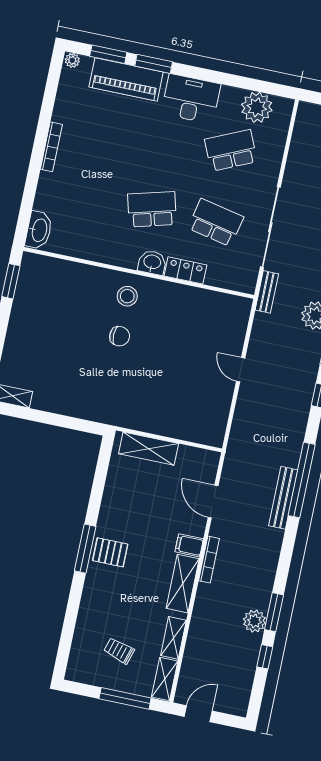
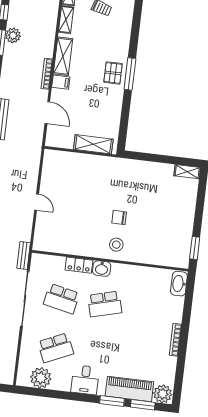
plant: (72, 60) -> (163, 394), width x1.87, depth x1.87
desk: (191, 99) -> (85, 380), width x0.73
pallet: (110, 552) -> (113, 73), turned 90

